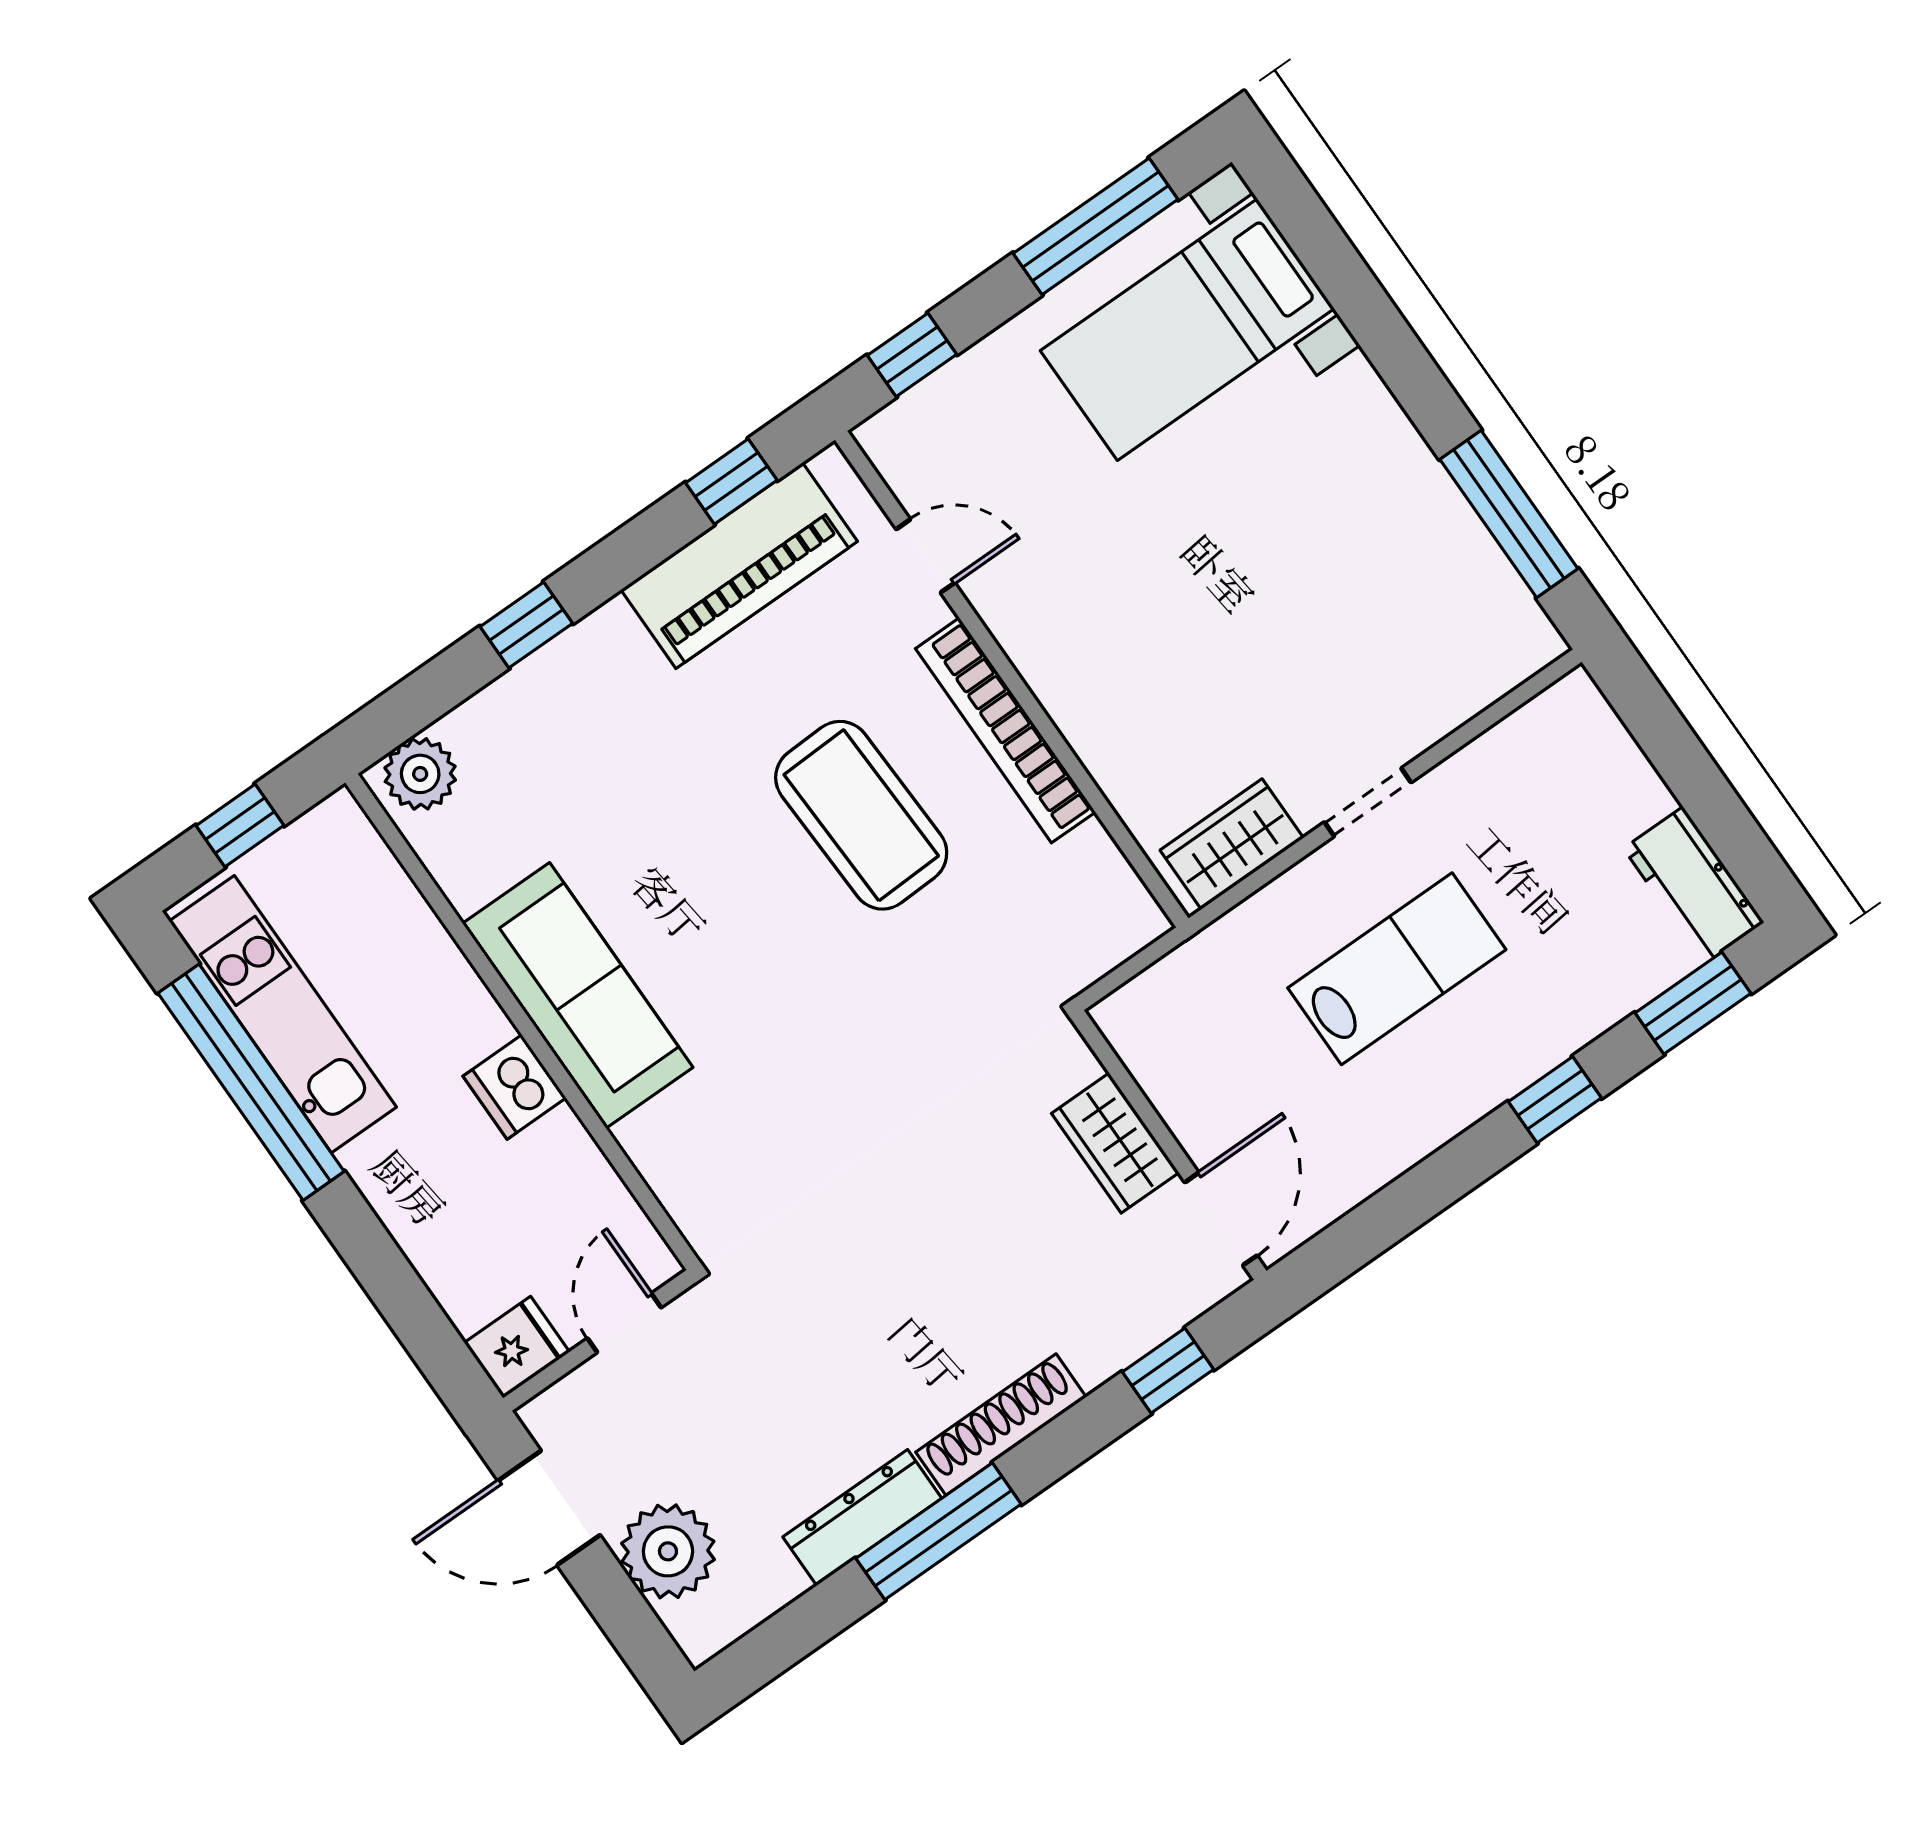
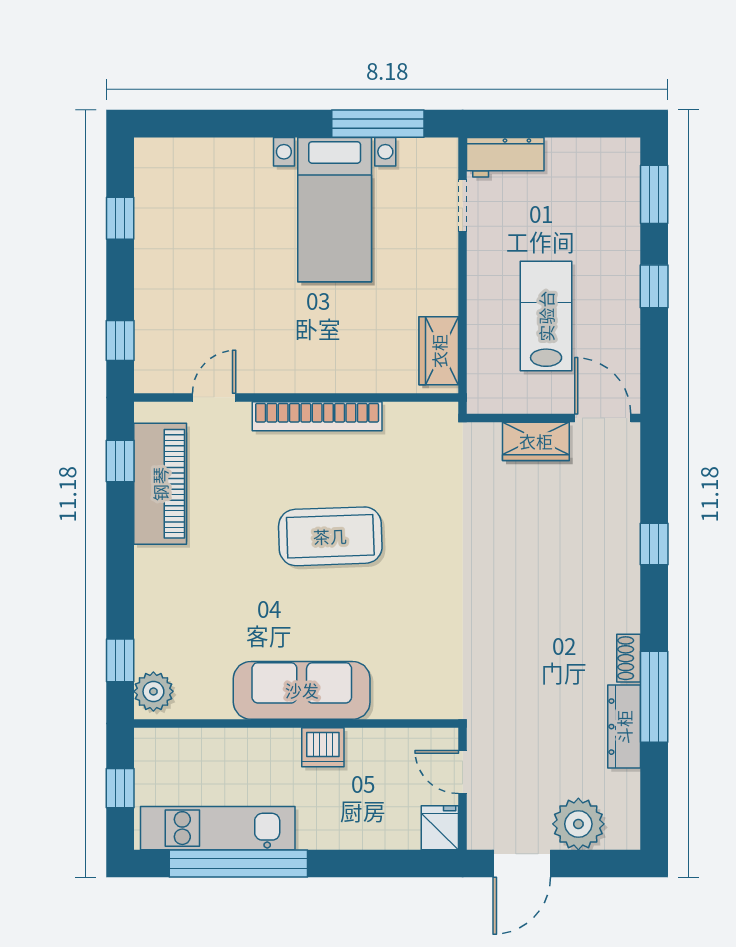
window: (1096, 226) -> (120, 218), width x0.46
bed with nightstands: (1187, 330) -> (335, 210), moved
window: (526, 625) -> (120, 660), moved
doorway: (1368, 802) -> (463, 206), moved
coffee table: (861, 815) -> (330, 536), moved
workbench: (1694, 885) -> (505, 157), moved
wardrobe: (1115, 1143) -> (536, 441), moved
wall: (1169, 1145) -> (554, 418), moved
door: (1221, 1219) -> (603, 418), moved
shoe rack: (1001, 1425) -> (629, 658), width x0.51, depth x0.81

